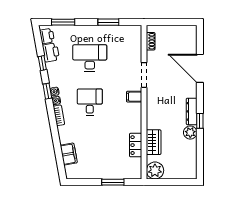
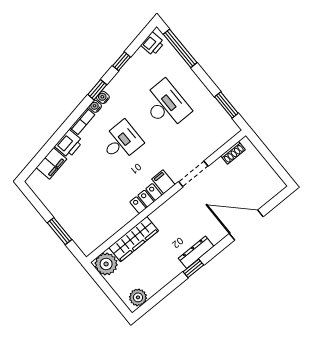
window: (63, 22) -> (180, 48), width x1.44
window: (108, 22) -> (226, 105), moved
printer: (51, 52) -> (69, 144), moved
door: (200, 68) -> (246, 225), hinge flipped
plant: (190, 133) -> (138, 297), moved
wardrobe: (154, 142) -> (134, 239), width x1.50
locker: (136, 145) -> (146, 199), moved

